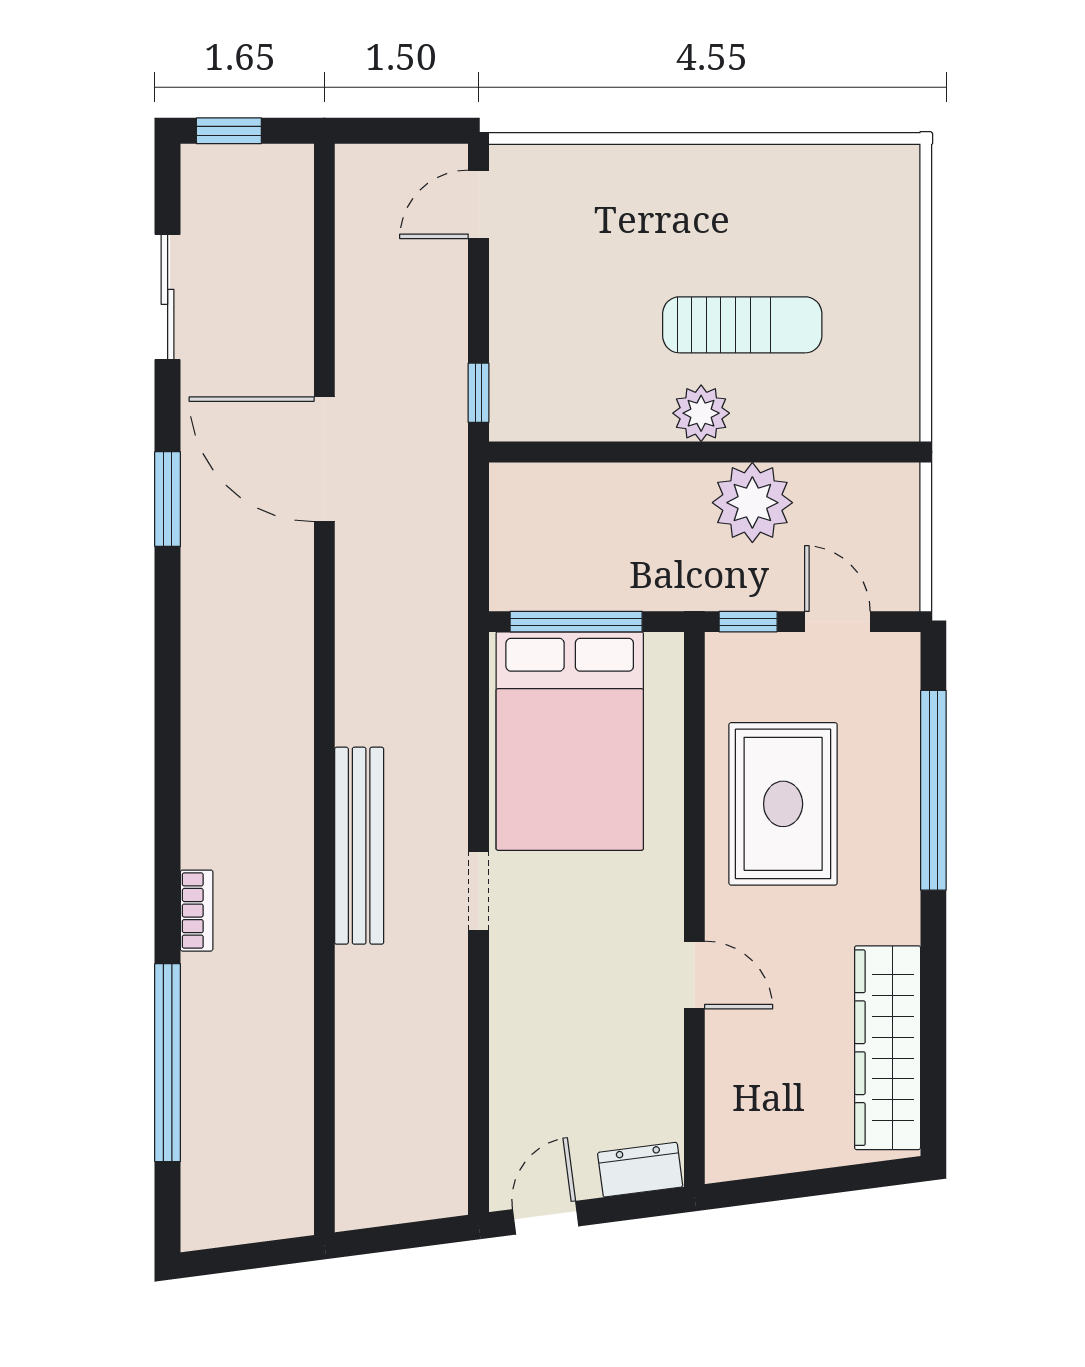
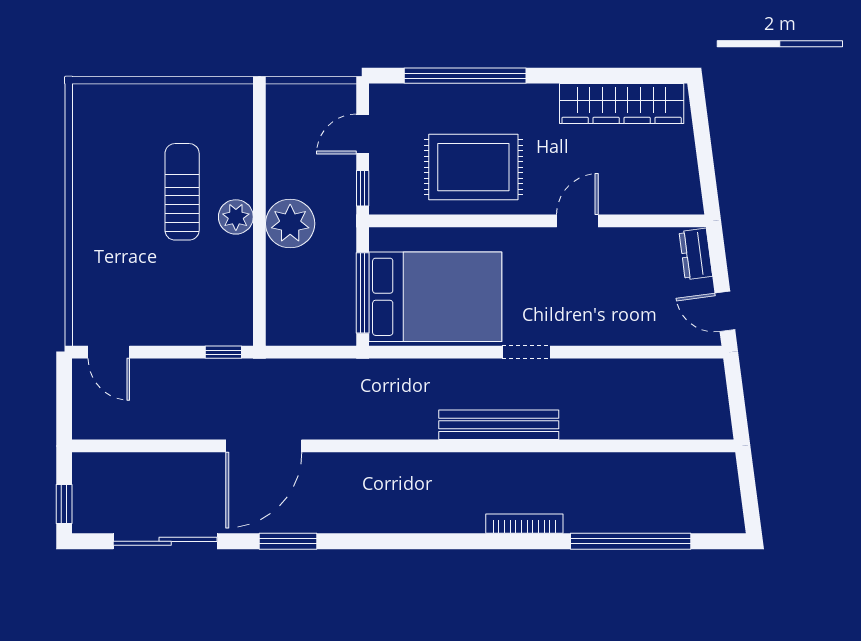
sliding door: (168, 297) -> (165, 541), width x1.37
plant: (752, 503) -> (290, 224), moved
bookcase: (197, 911) -> (524, 524), width x1.56

